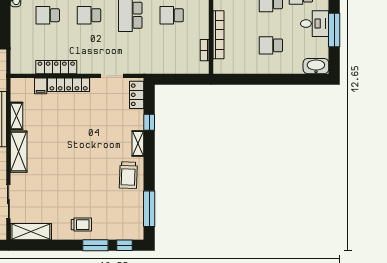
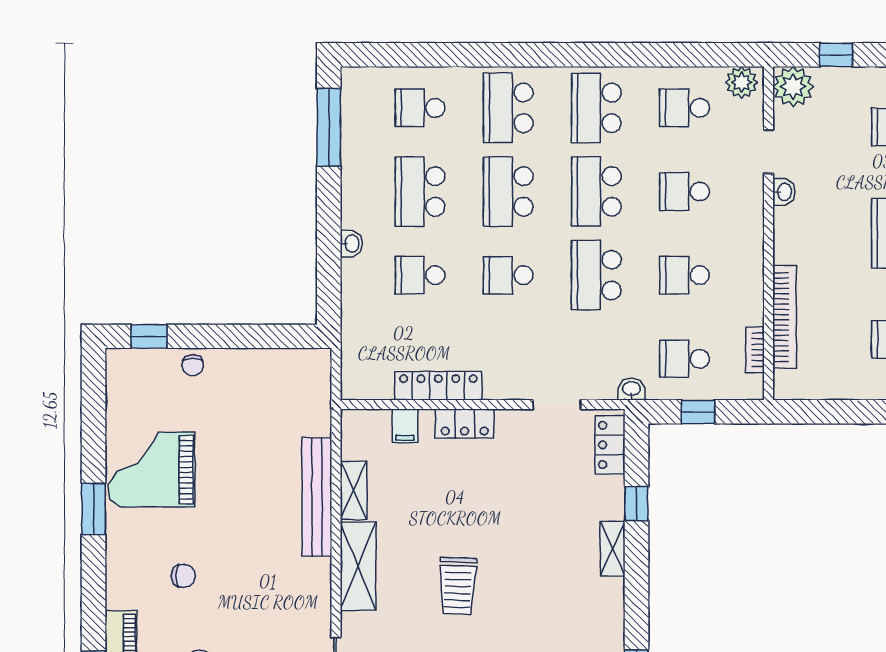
school desk: (172, 54) -> (684, 359), added
washbasin: (147, 69) -> (632, 389), added
window: (178, 79) -> (698, 412), added
locker: (69, 85) -> (465, 424), width x0.66
trolley: (128, 175) -> (458, 586), moved

